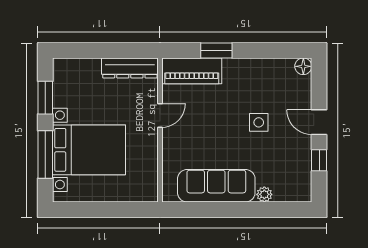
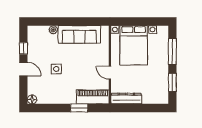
door: (160, 115) -> (110, 73), hinge flipped
bed with nightstands: (89, 150) -> (134, 45), moved, turned -90

